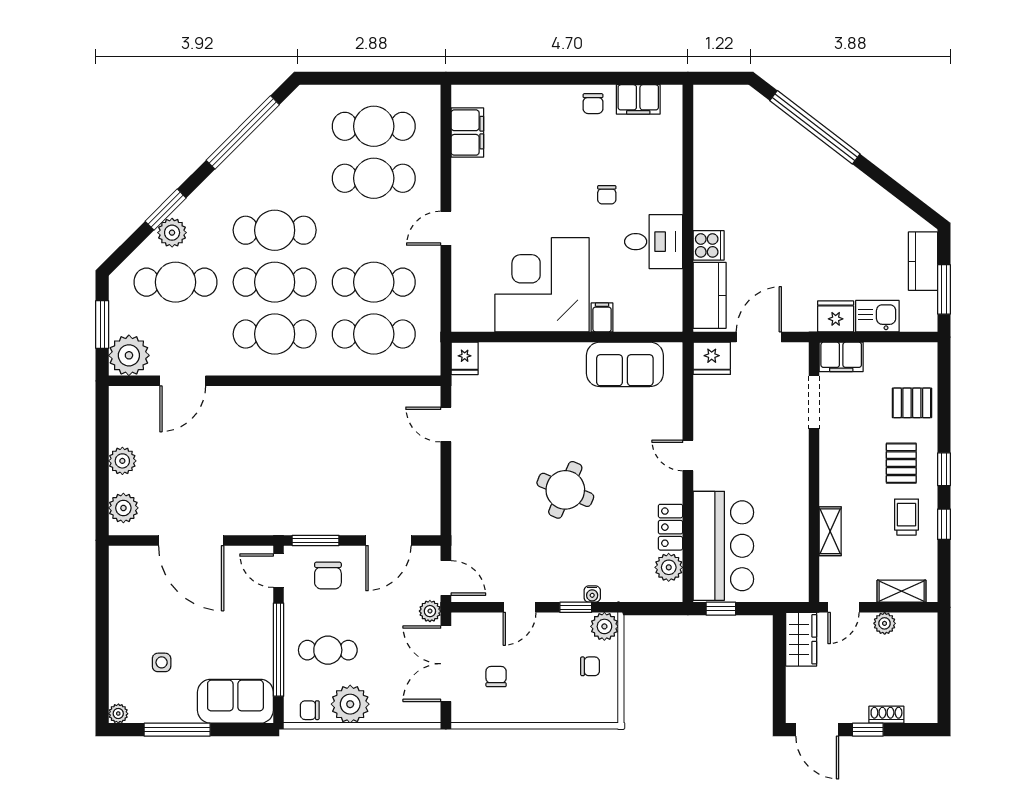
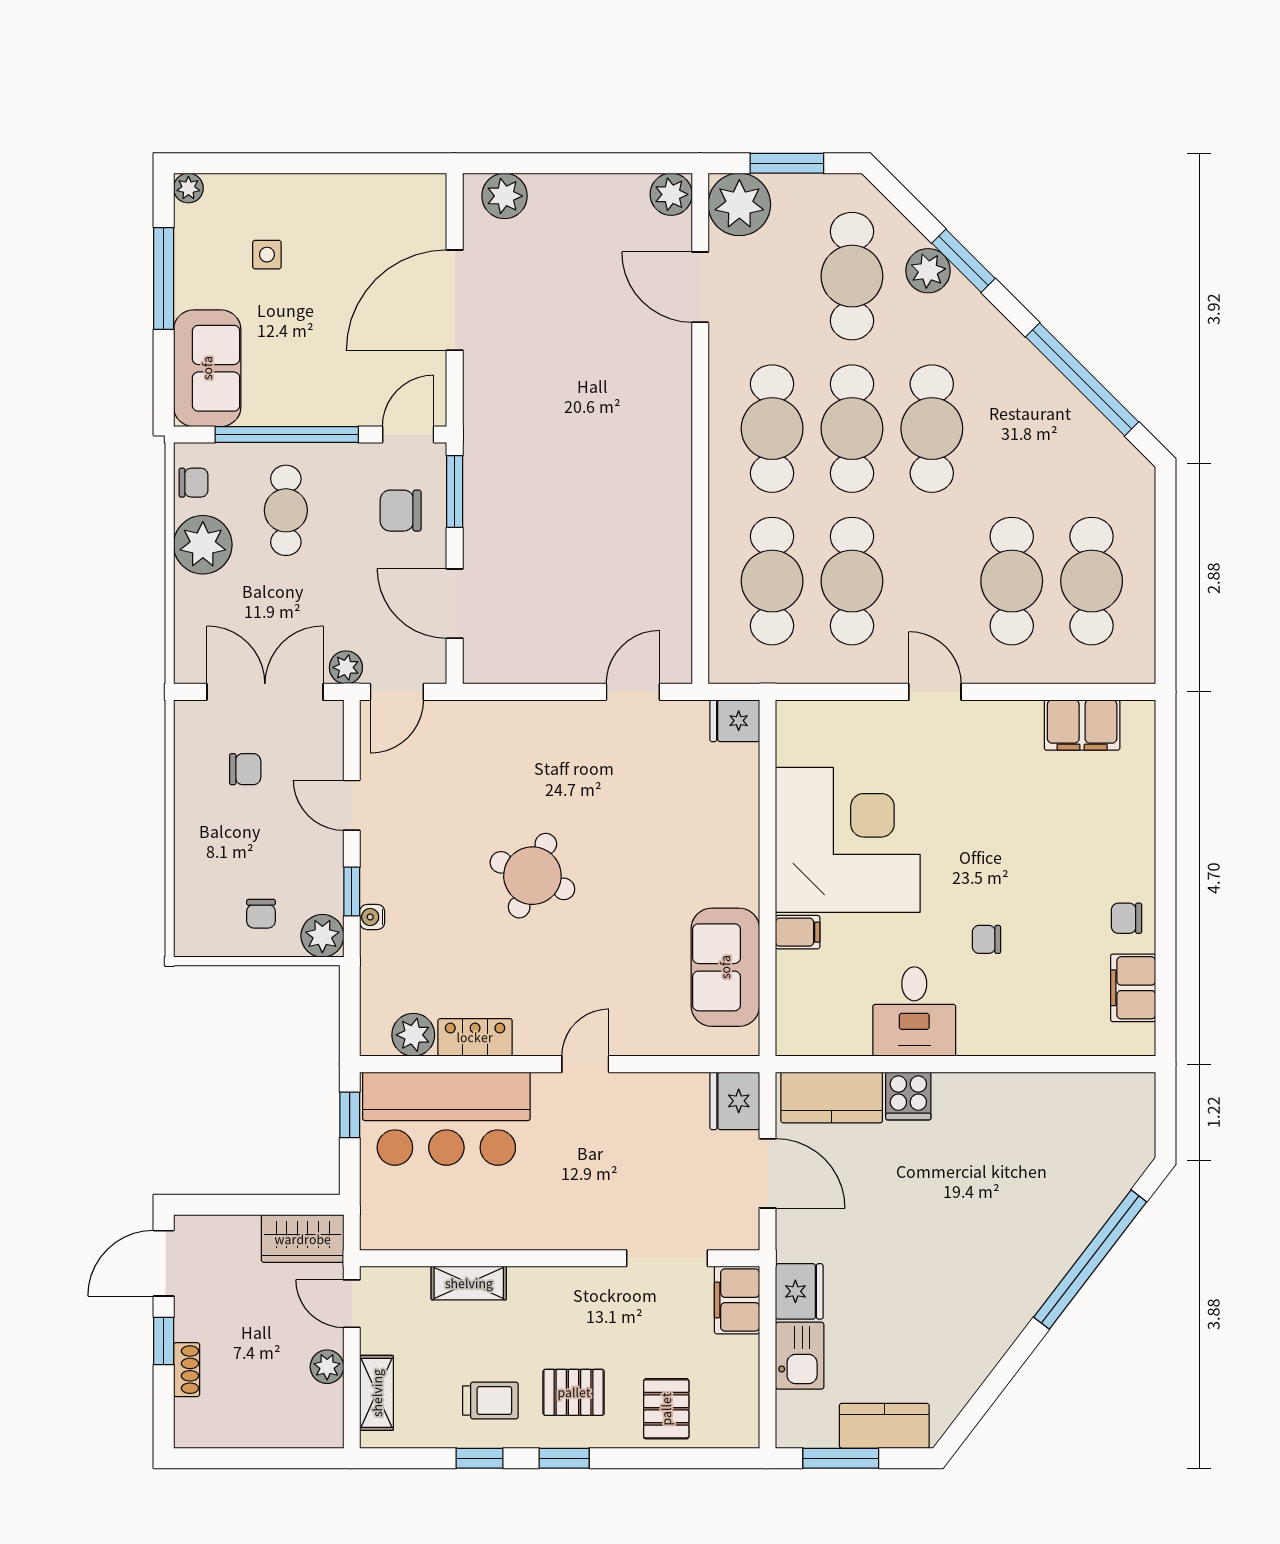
plant: (122, 461) -> (671, 194), moved
chair: (310, 710) -> (194, 483), turned 90

